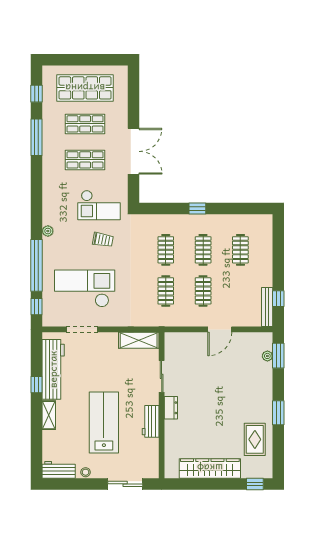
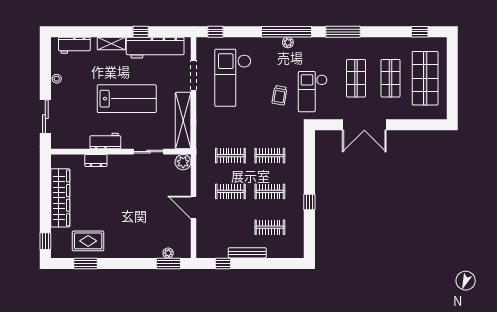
window: (37, 137) -> (343, 32), moved
window: (197, 209) -> (309, 202), moved
window: (37, 265) -> (286, 32), moved
checkout: (85, 288) -> (233, 78), turned 180
bench: (267, 307) -> (247, 253), moved
shelving: (139, 340) -> (183, 121), width x1.47
plant: (173, 340) -> (183, 162), added
dresser: (171, 408) -> (96, 160), moved
window: (278, 413) -> (86, 263), moved
lab bench: (104, 422) -> (127, 99), moved
workbench: (59, 470) -> (74, 45), moved, turned 90

